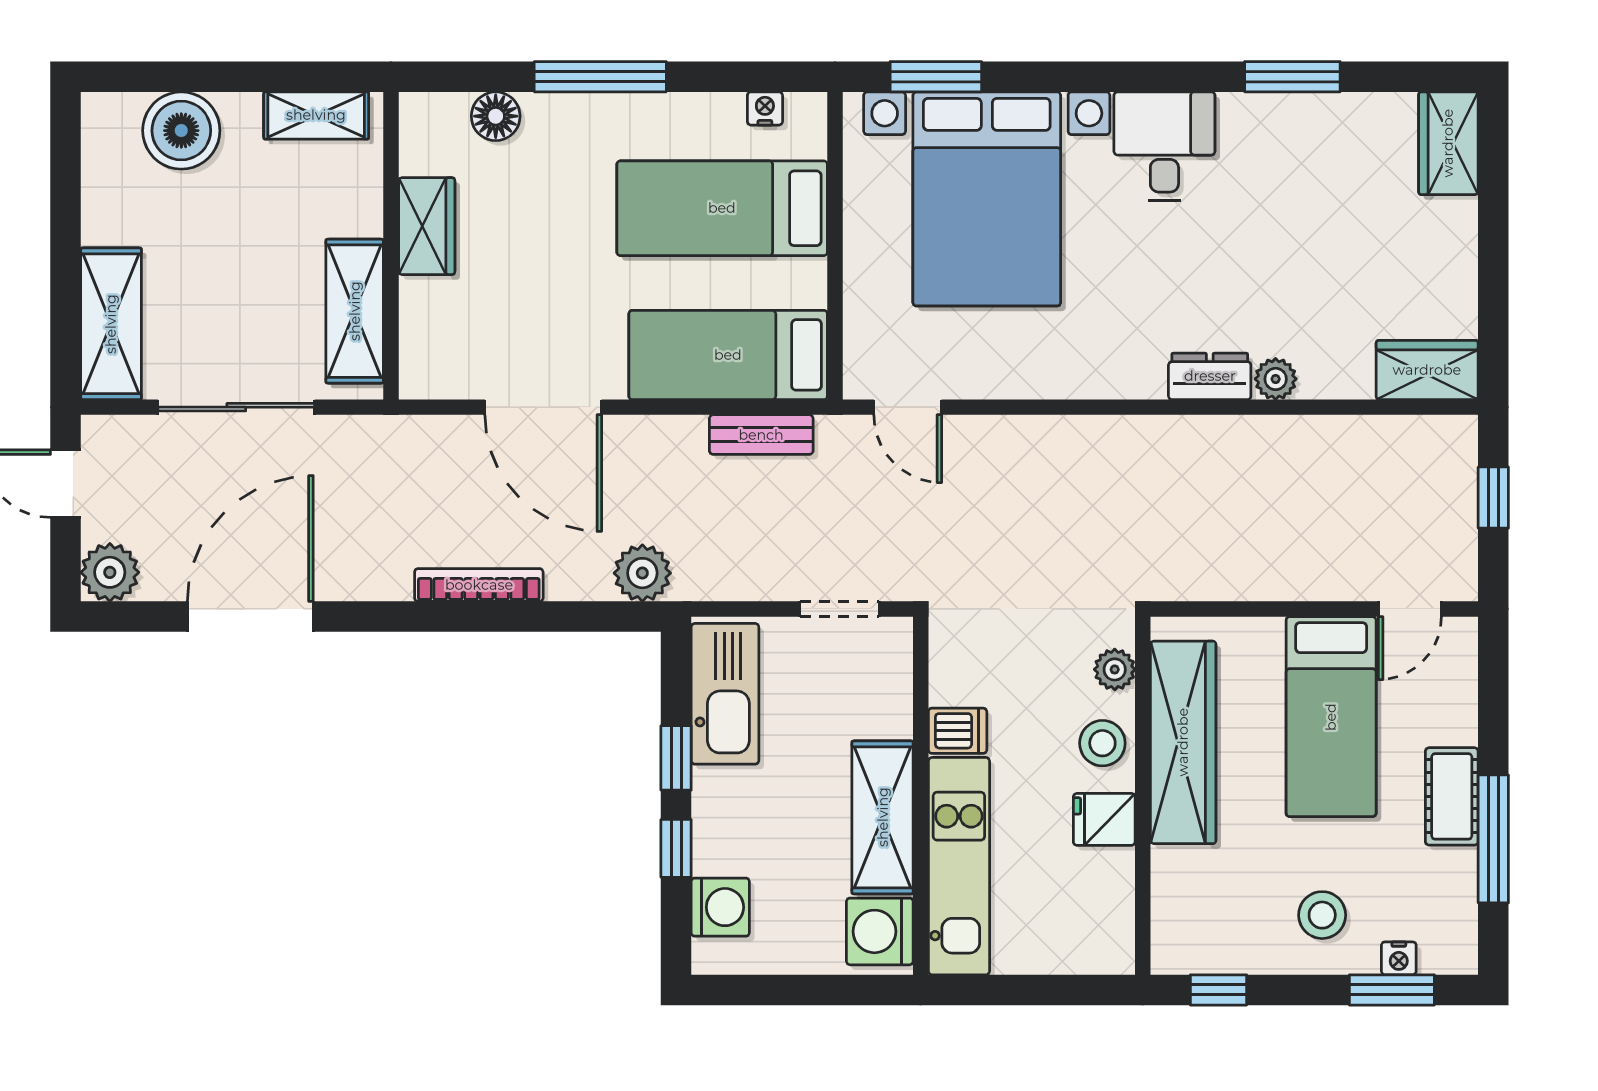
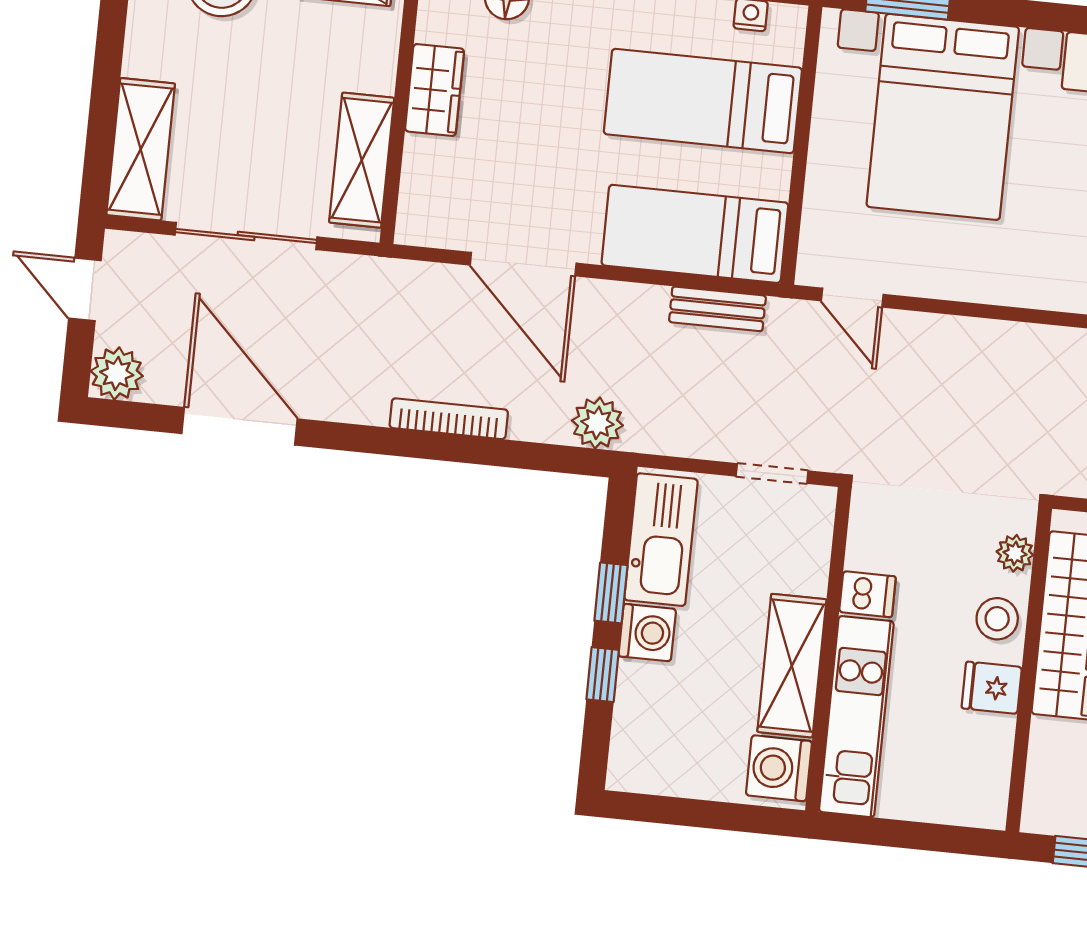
door: (250, 617) -> (240, 426), hinge flipped
washing machine: (720, 907) -> (647, 633), moved

